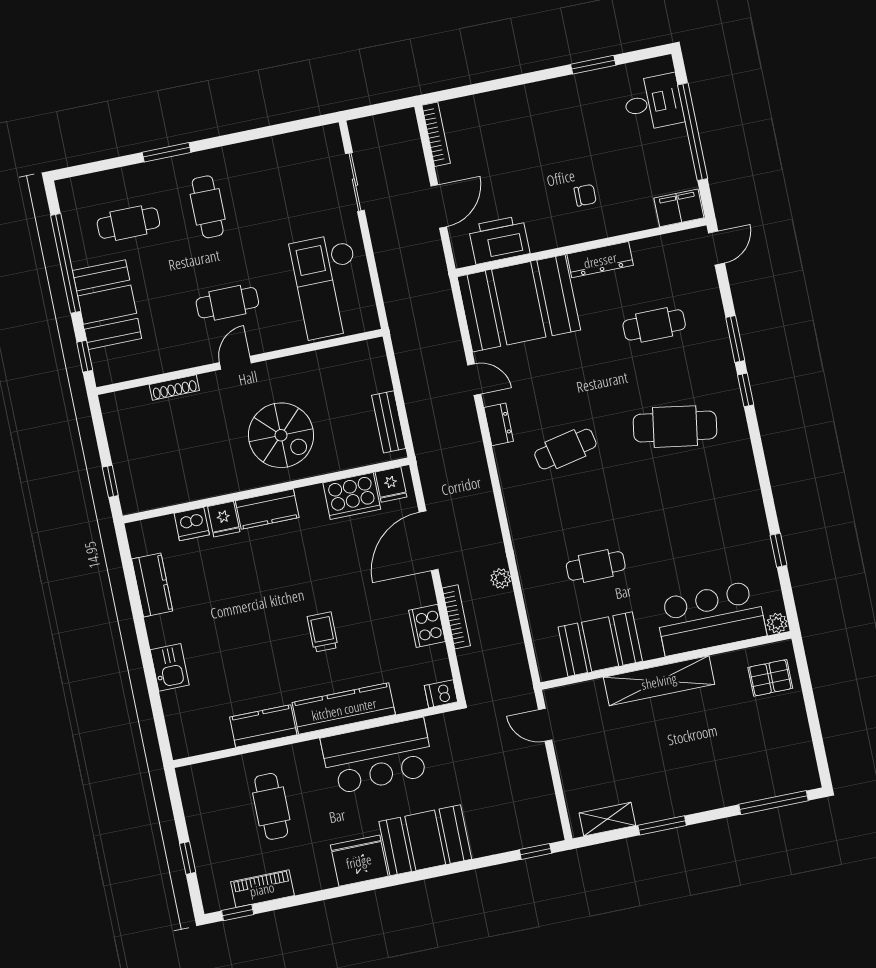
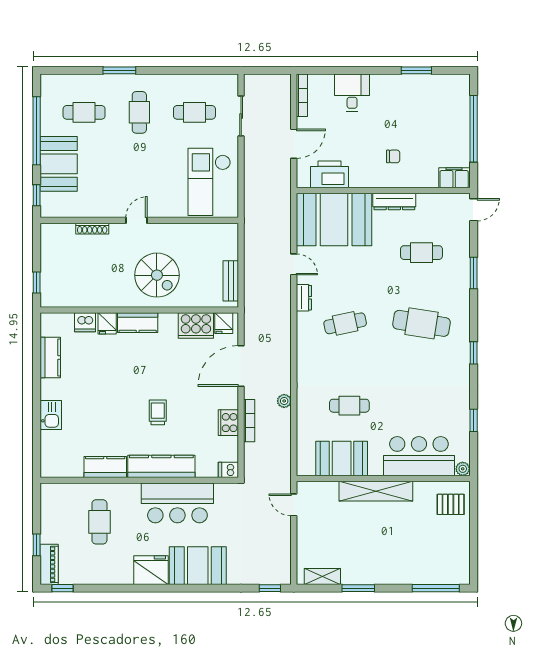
desk: (653, 102) -> (352, 93), moved, turned -90
cafe table: (227, 303) -> (194, 112), moved
window: (746, 390) -> (474, 353), moved
piano: (262, 889) -> (49, 564), moved, turned 90

